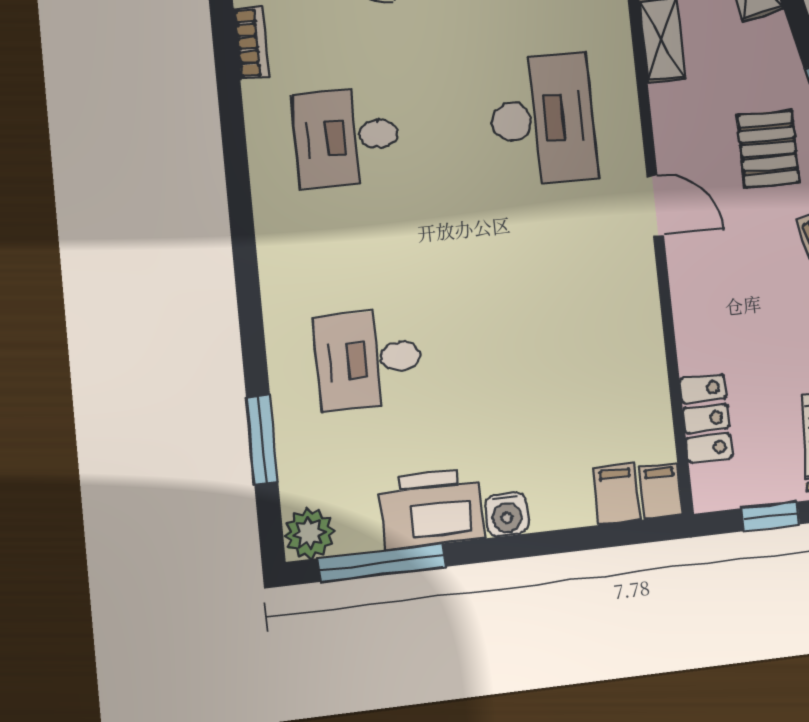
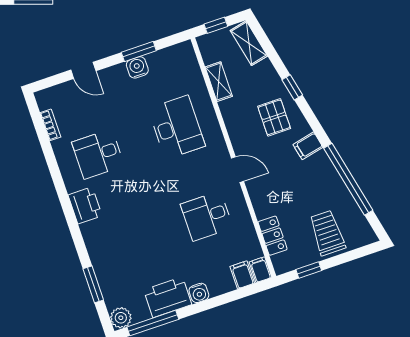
door: (655, 206) -> (238, 170), moved
printer: (288, 249) -> (85, 205), added
desk: (369, 360) -> (207, 216), moved

